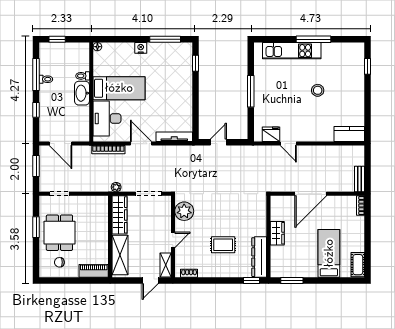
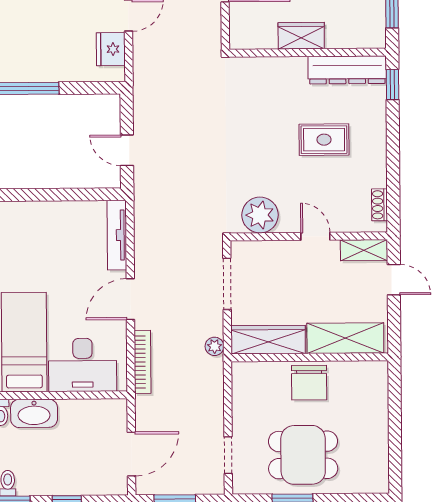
rug: (223, 245) -> (324, 140), turned 90
chair: (59, 262) -> (309, 383), moved, width x1.87, depth x1.87
piano: (94, 271) -> (376, 388), removed

